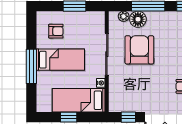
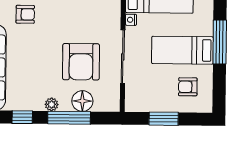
plant: (124, 16) -> (52, 104), moved

